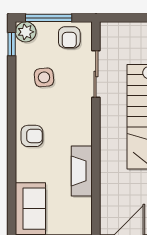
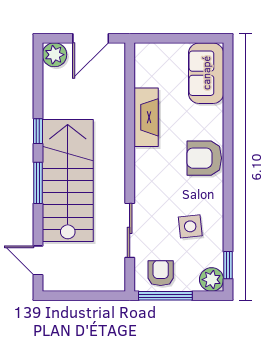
window: (49, 18) -> (165, 296), moved
armchair: (32, 136) -> (204, 158), width x1.38, depth x1.38

